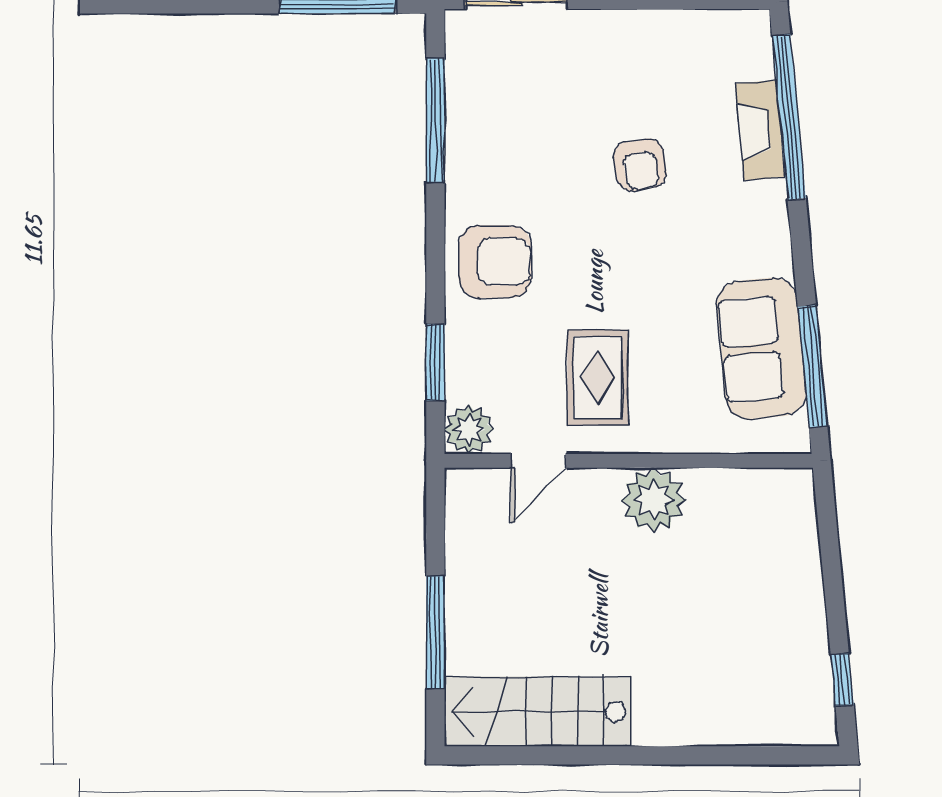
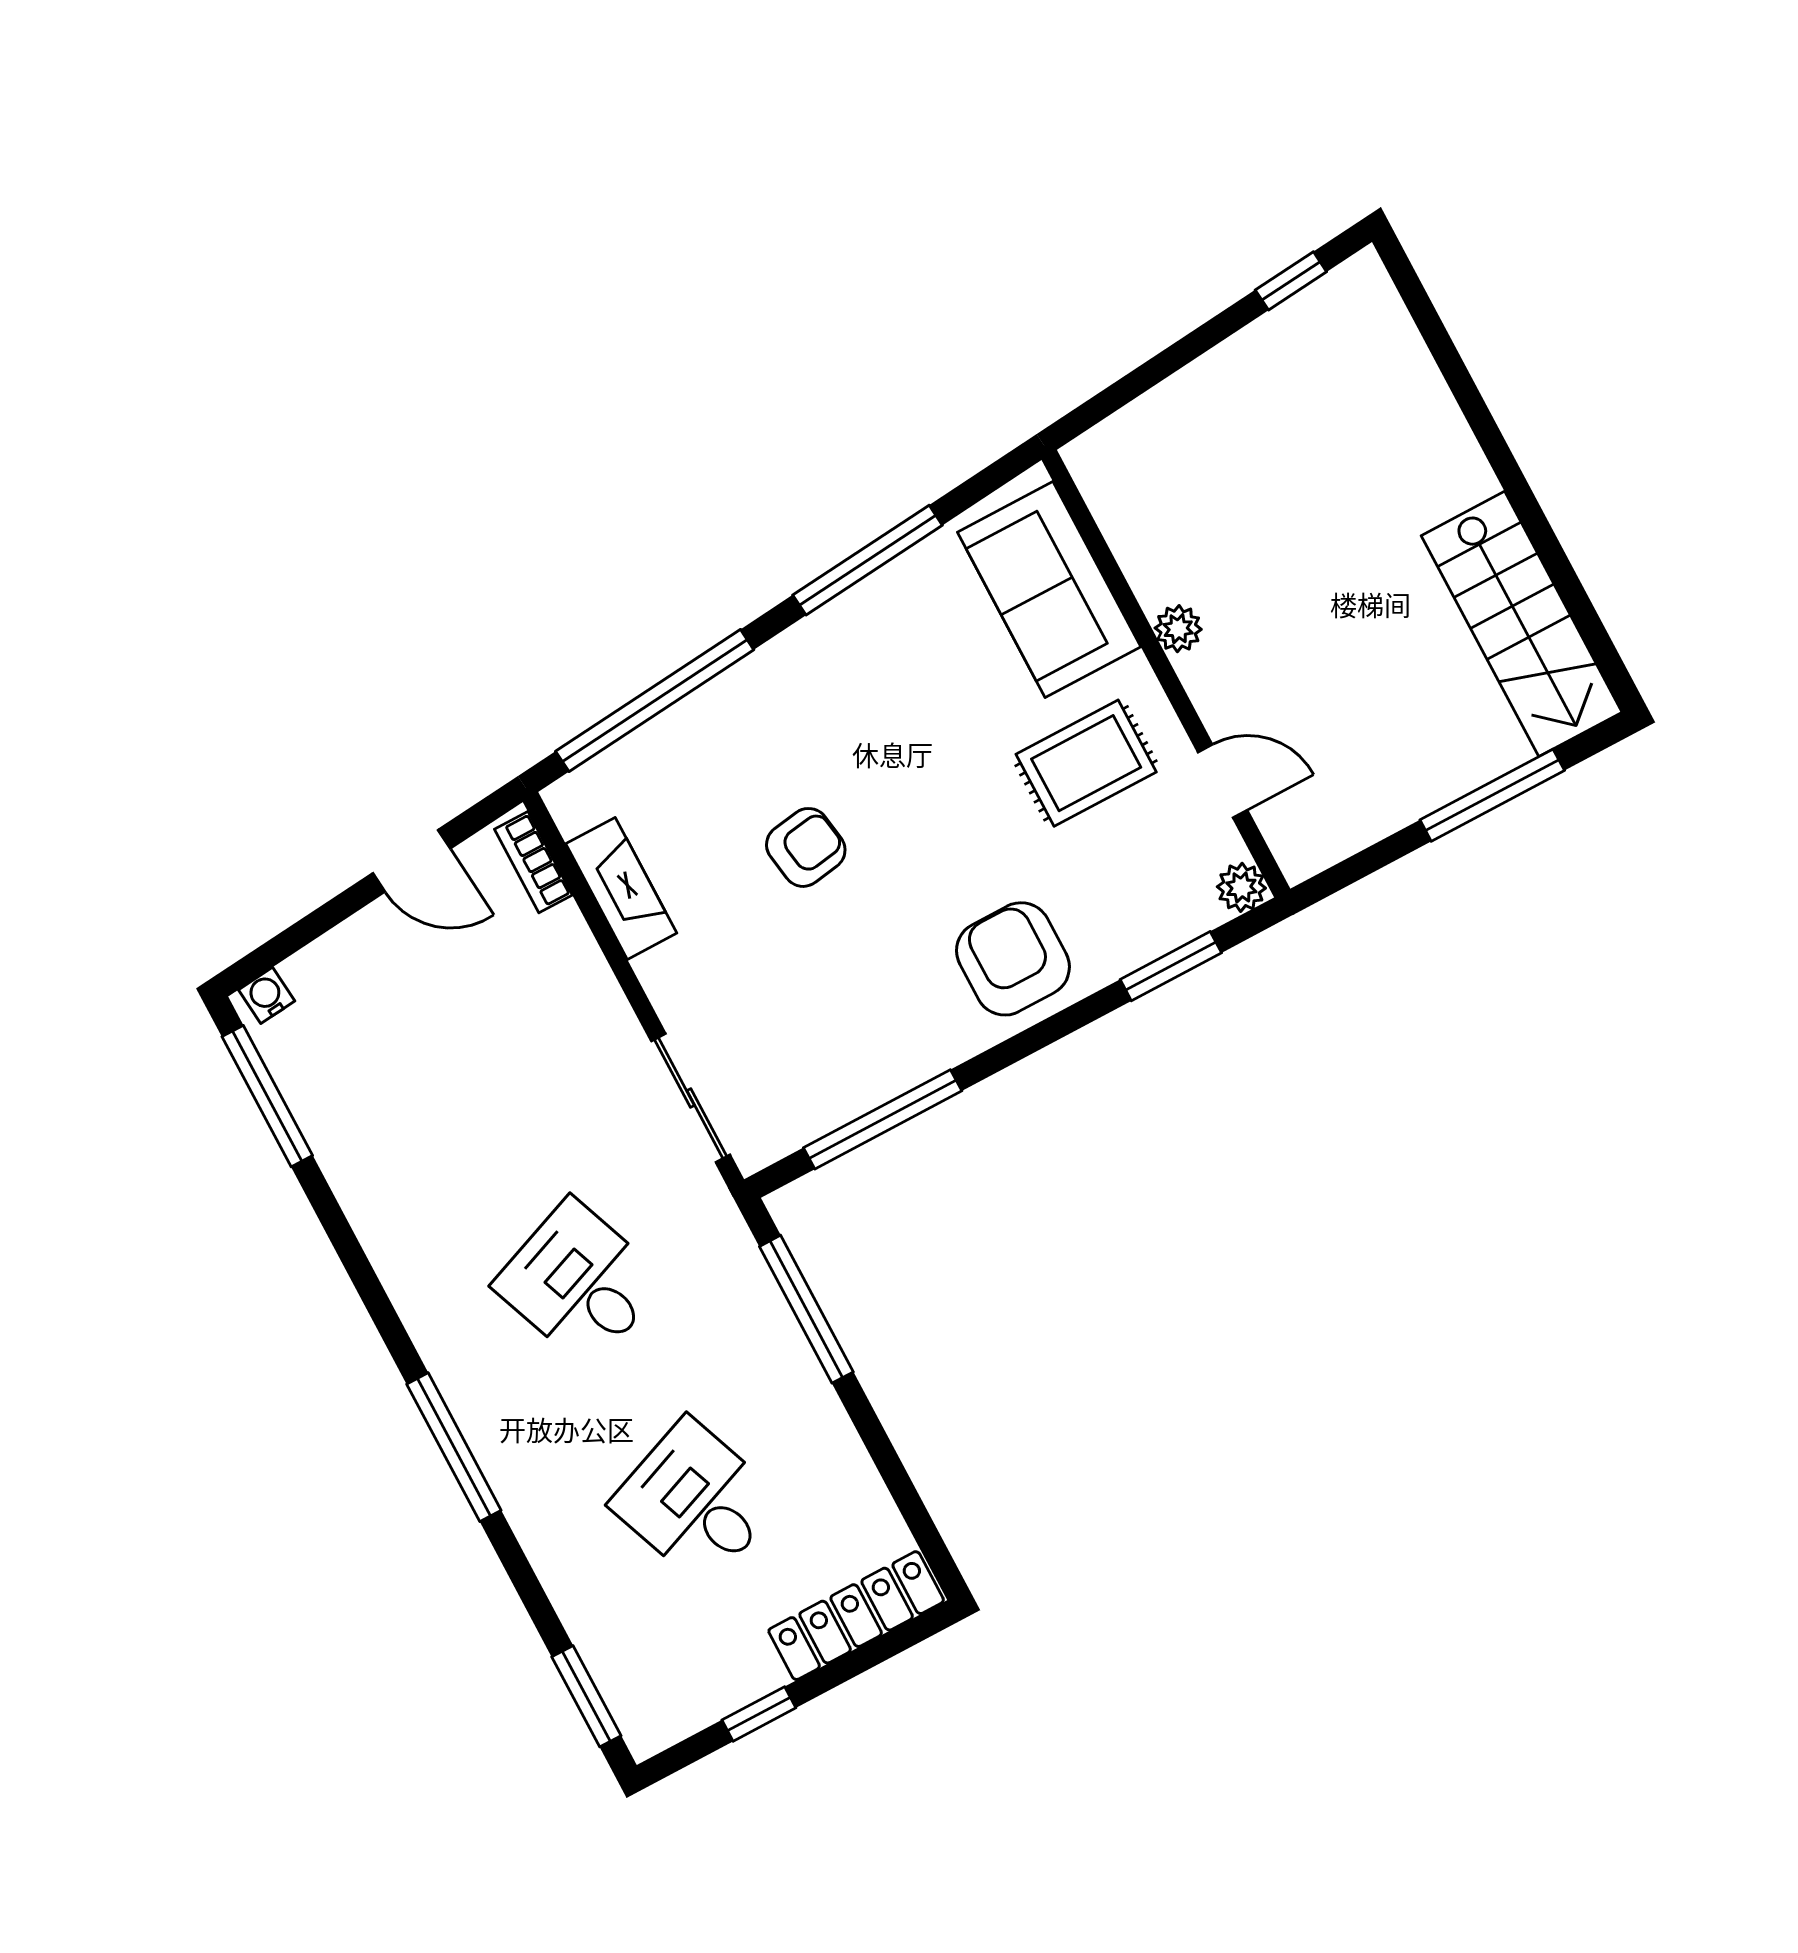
fireplace: (760, 130) -> (621, 888), moved, turned -85
sofa: (761, 348) -> (1049, 590), moved, turned 95
window: (813, 366) -> (868, 560), moved
plant: (469, 429) -> (1241, 887), width x0.73, depth x0.73
plant: (654, 500) -> (1178, 629), width x0.53, depth x0.53

